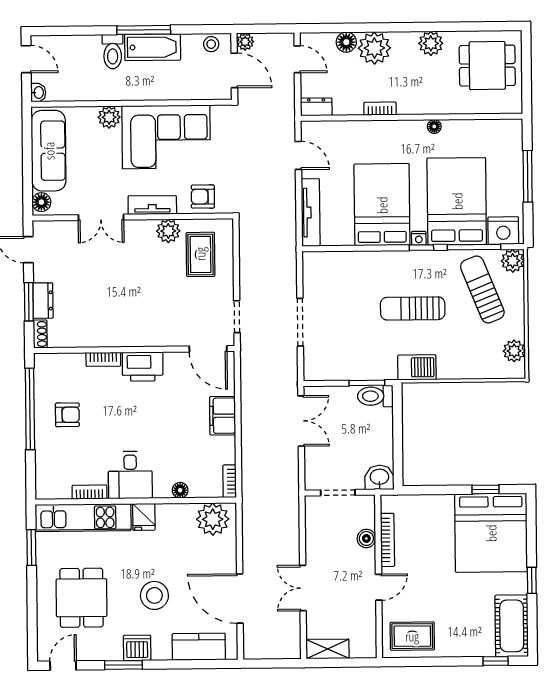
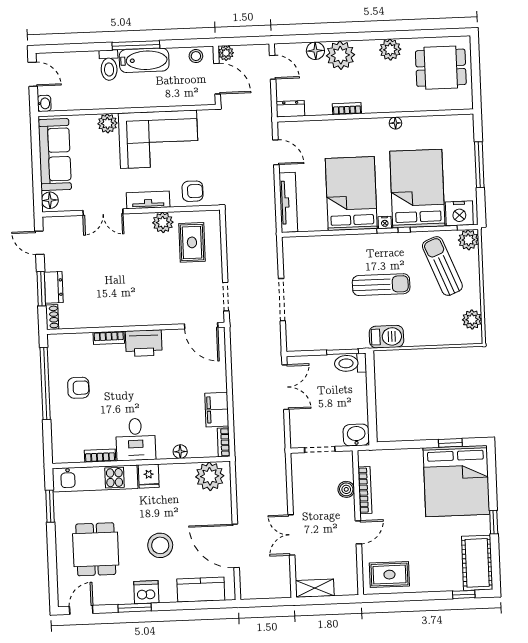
armchair: (203, 197) -> (193, 191), turned 180
sun lounger: (413, 308) -> (381, 285), turned 180
filing cabinet: (223, 416) -> (217, 410), moved

